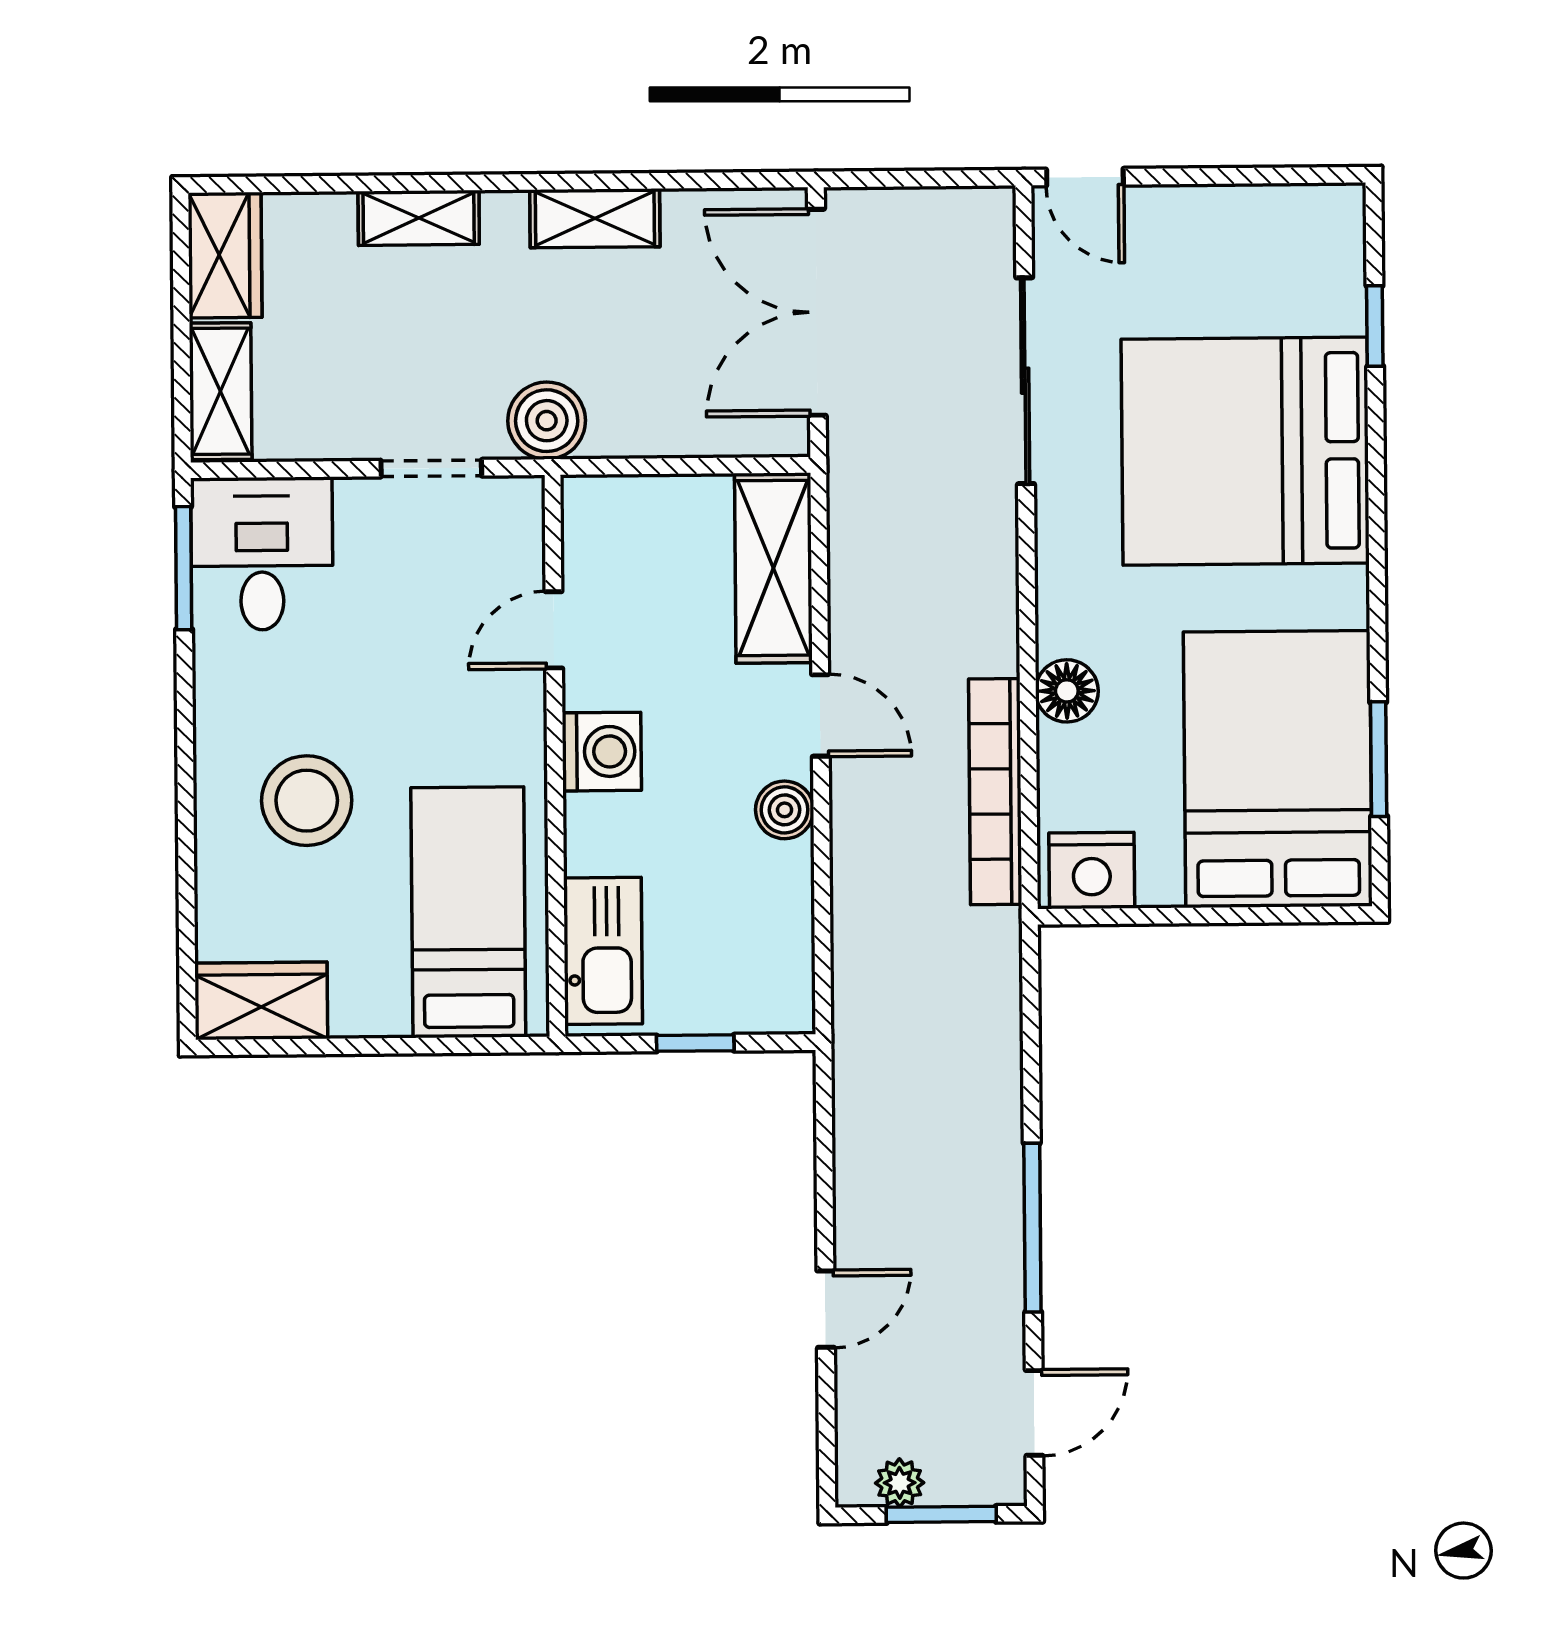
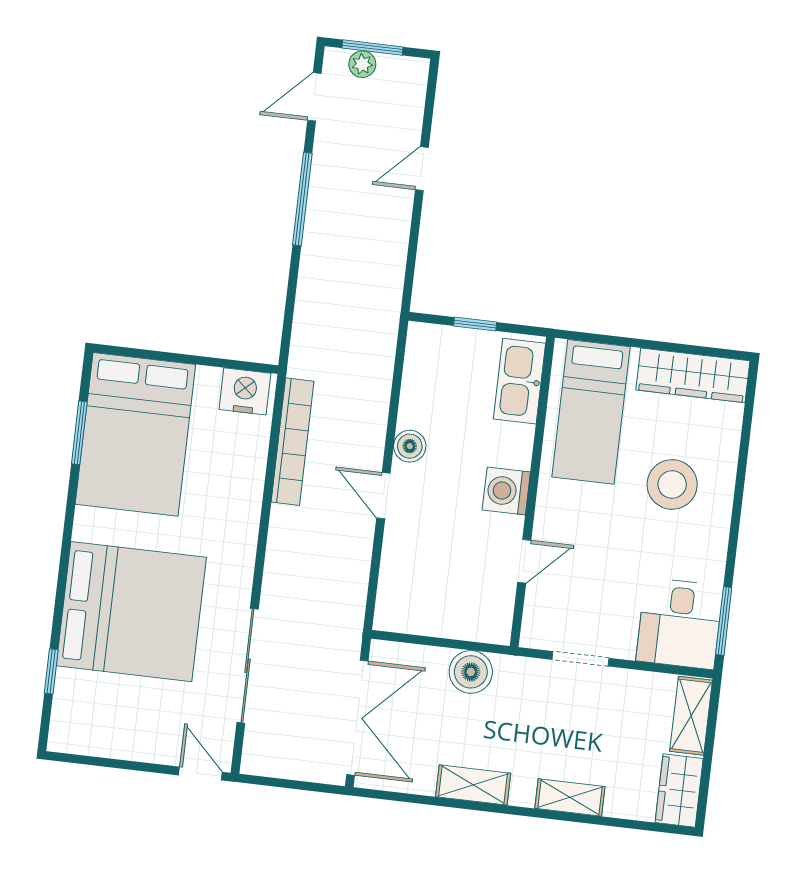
boiler: (547, 421) -> (471, 672), moved
shelving: (773, 568) -> (399, 580), removed
floor lamp: (1067, 691) -> (246, 492), removed
wardrobe: (261, 1001) -> (693, 375), width x1.50
plant: (900, 1483) -> (362, 64), moved

